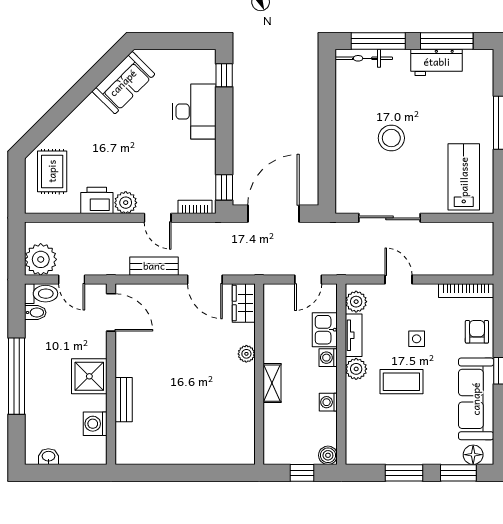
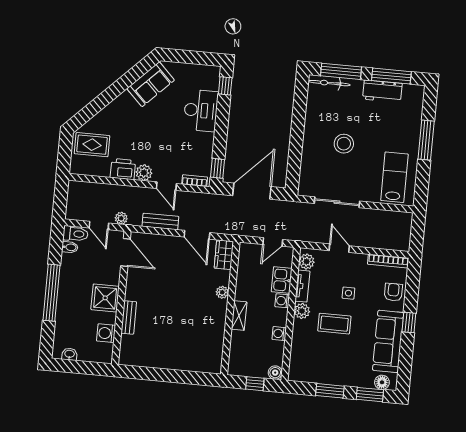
rug: (52, 171) -> (92, 145), turned 90
plant: (41, 259) -> (121, 218), moved, width x0.53, depth x0.53

